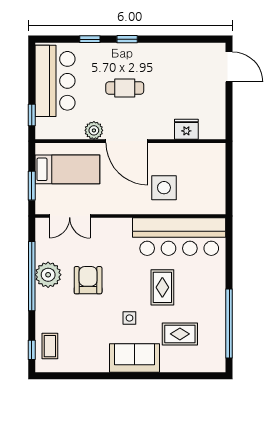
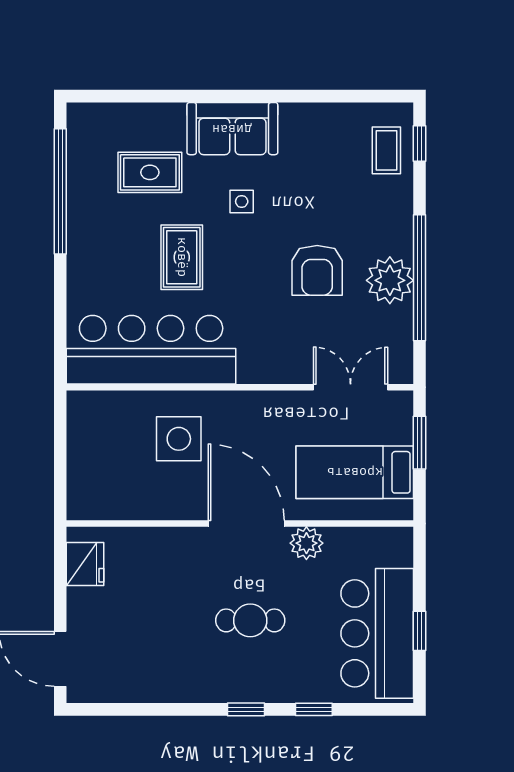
window: (32, 115) -> (420, 631), moved
fridge: (186, 129) -> (85, 564), moved, turned -90

